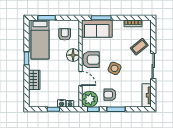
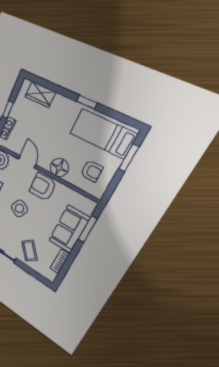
sofa: (97, 29) -> (69, 229), moved
armchair: (91, 60) -> (43, 187), turned 90
door: (81, 78) -> (27, 162), swing flipped
wardrobe: (34, 80) -> (40, 94), moved

